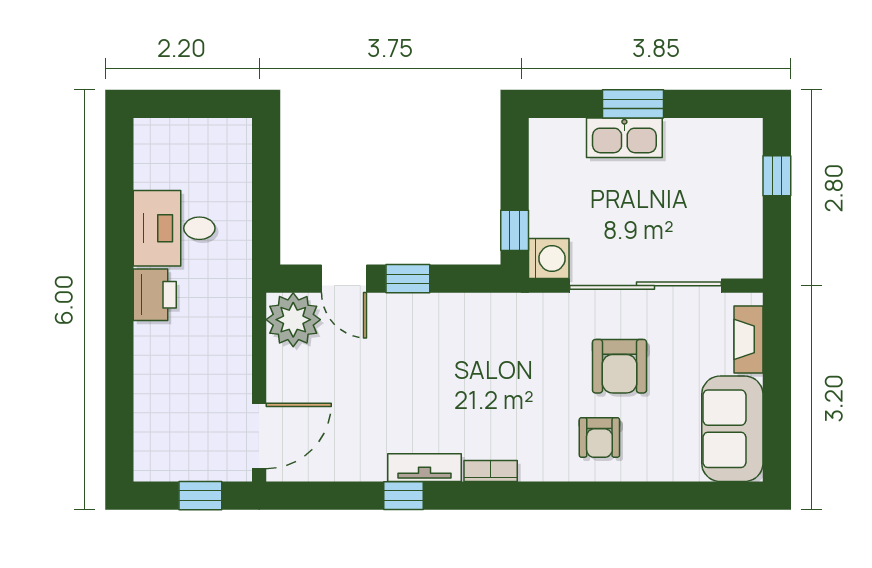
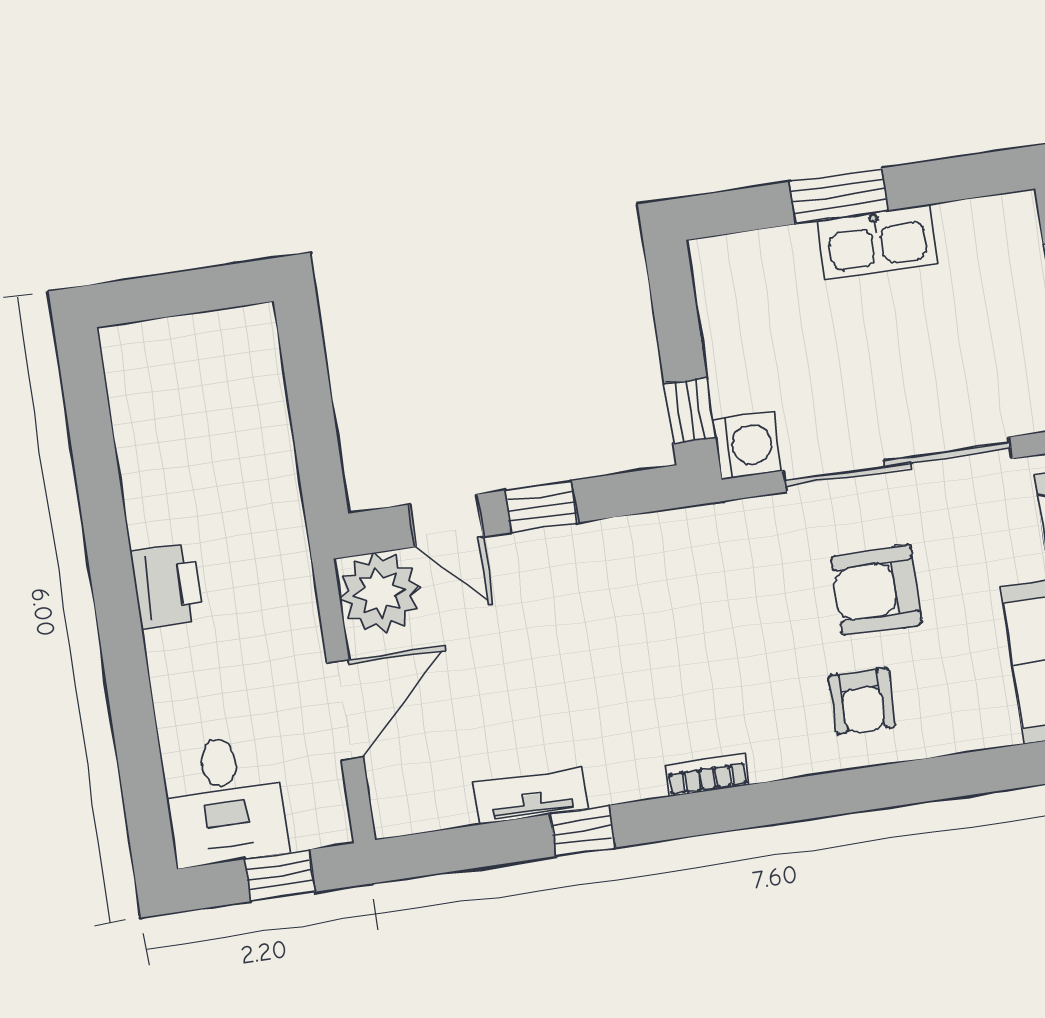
kitchen sink: (624, 138) -> (877, 242), moved
desk: (174, 228) -> (224, 800), moved, turned -90
armchair: (619, 366) -> (876, 590), turned 90
door: (259, 436) -> (345, 710), moved
tv unit: (425, 468) -> (531, 796), moved

